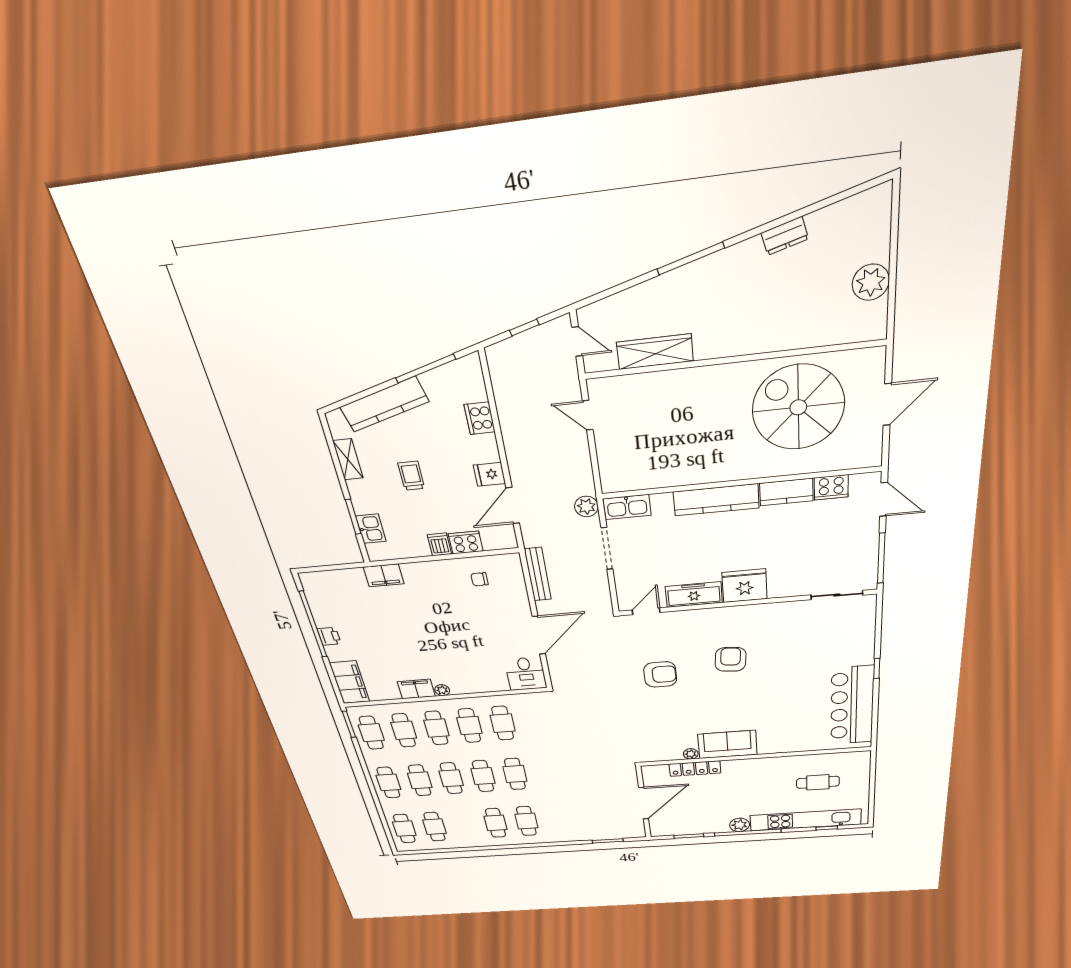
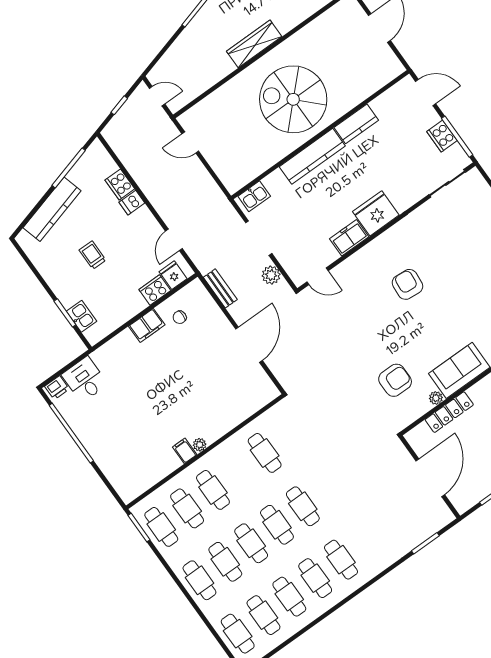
wardrobe: (655, 352) -> (254, 44), moved
spiral stairs: (798, 407) -> (293, 99), moved
shelving: (348, 459) -> (43, 266), removed
fridge: (489, 474) -> (173, 275), moved, turned 90
cooker: (831, 487) -> (442, 136), moved, turned 90
door: (513, 506) -> (174, 240), width x0.73
plant: (586, 506) -> (271, 275), moved
kitchen sink: (627, 507) -> (254, 196), width x0.73
dishwasher: (439, 544) -> (132, 203), moved, turned -90
bench: (538, 574) -> (220, 288), width x0.73
filing cabinet: (384, 575) -> (147, 325), moved
freezer: (694, 595) -> (349, 238), width x0.71
door: (646, 611) -> (318, 276), swing flipped
printer: (329, 636) -> (57, 388), moved, turned 90
desk: (526, 674) -> (85, 379), moved, turned 180
armchair: (660, 674) -> (395, 380), moved
filing cabinet: (350, 682) -> (122, 479), removed
filing cabinet: (416, 689) -> (185, 451), width x0.50
cafe table: (469, 726) -> (289, 597), moved

